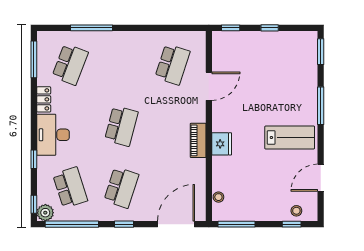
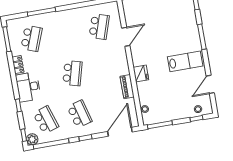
piano: (198, 140) -> (127, 87), moved
school desk: (121, 188) -> (80, 114), turned -33

